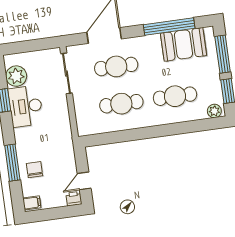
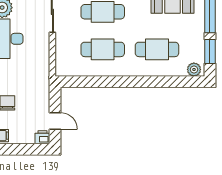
door: (84, 181) -> (55, 121), swing flipped

